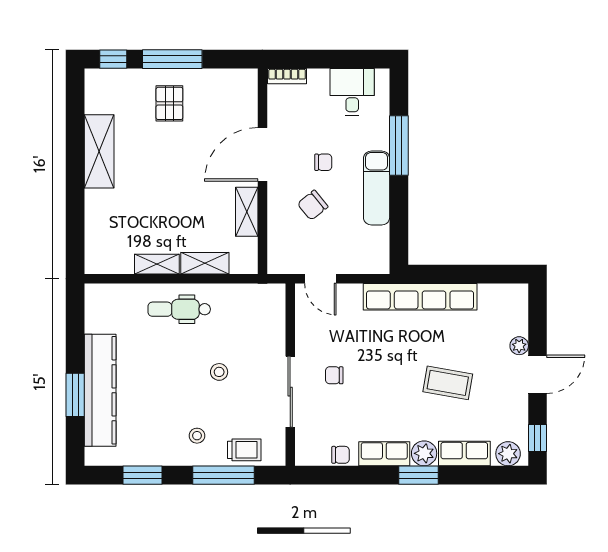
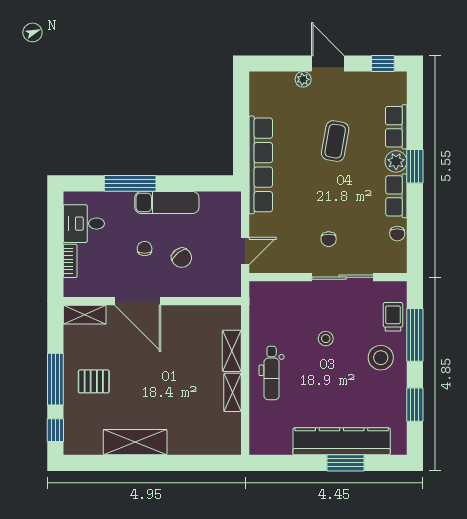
bookcase: (287, 76) -> (70, 261), moved
shelving: (247, 212) -> (85, 315), moved
stool: (197, 436) -> (381, 358), width x1.89, depth x1.89
plant: (508, 454) -> (396, 89), removed
chair: (341, 455) -> (397, 234), turned 180

